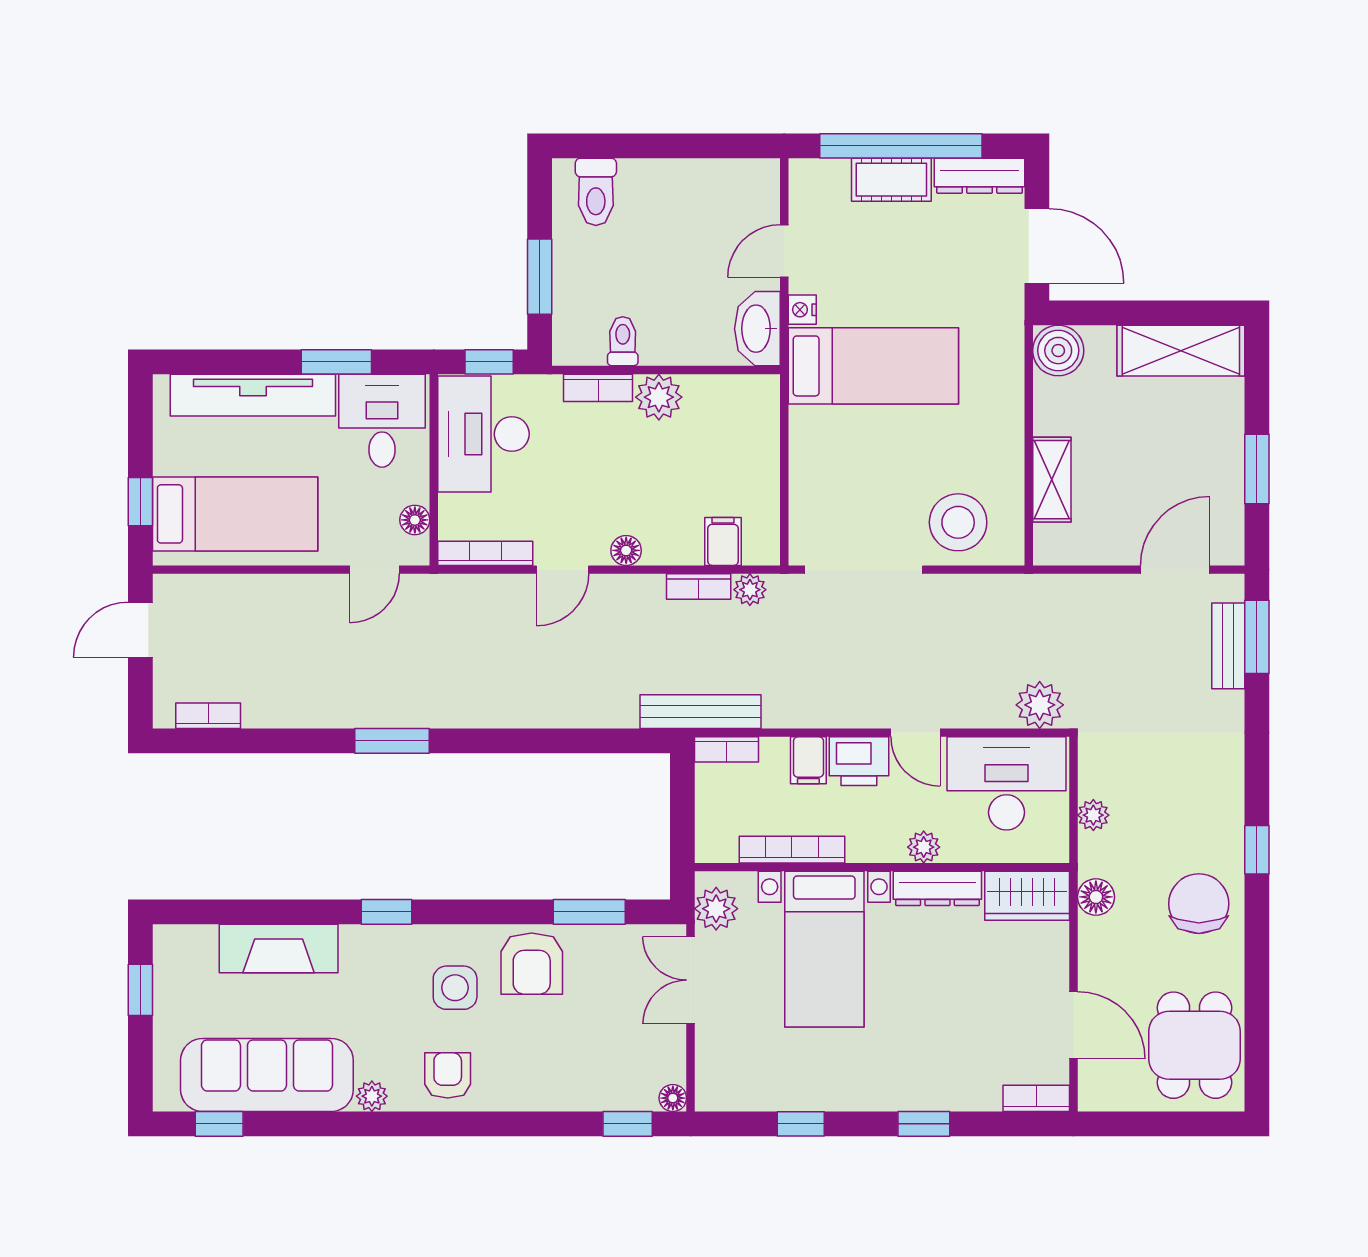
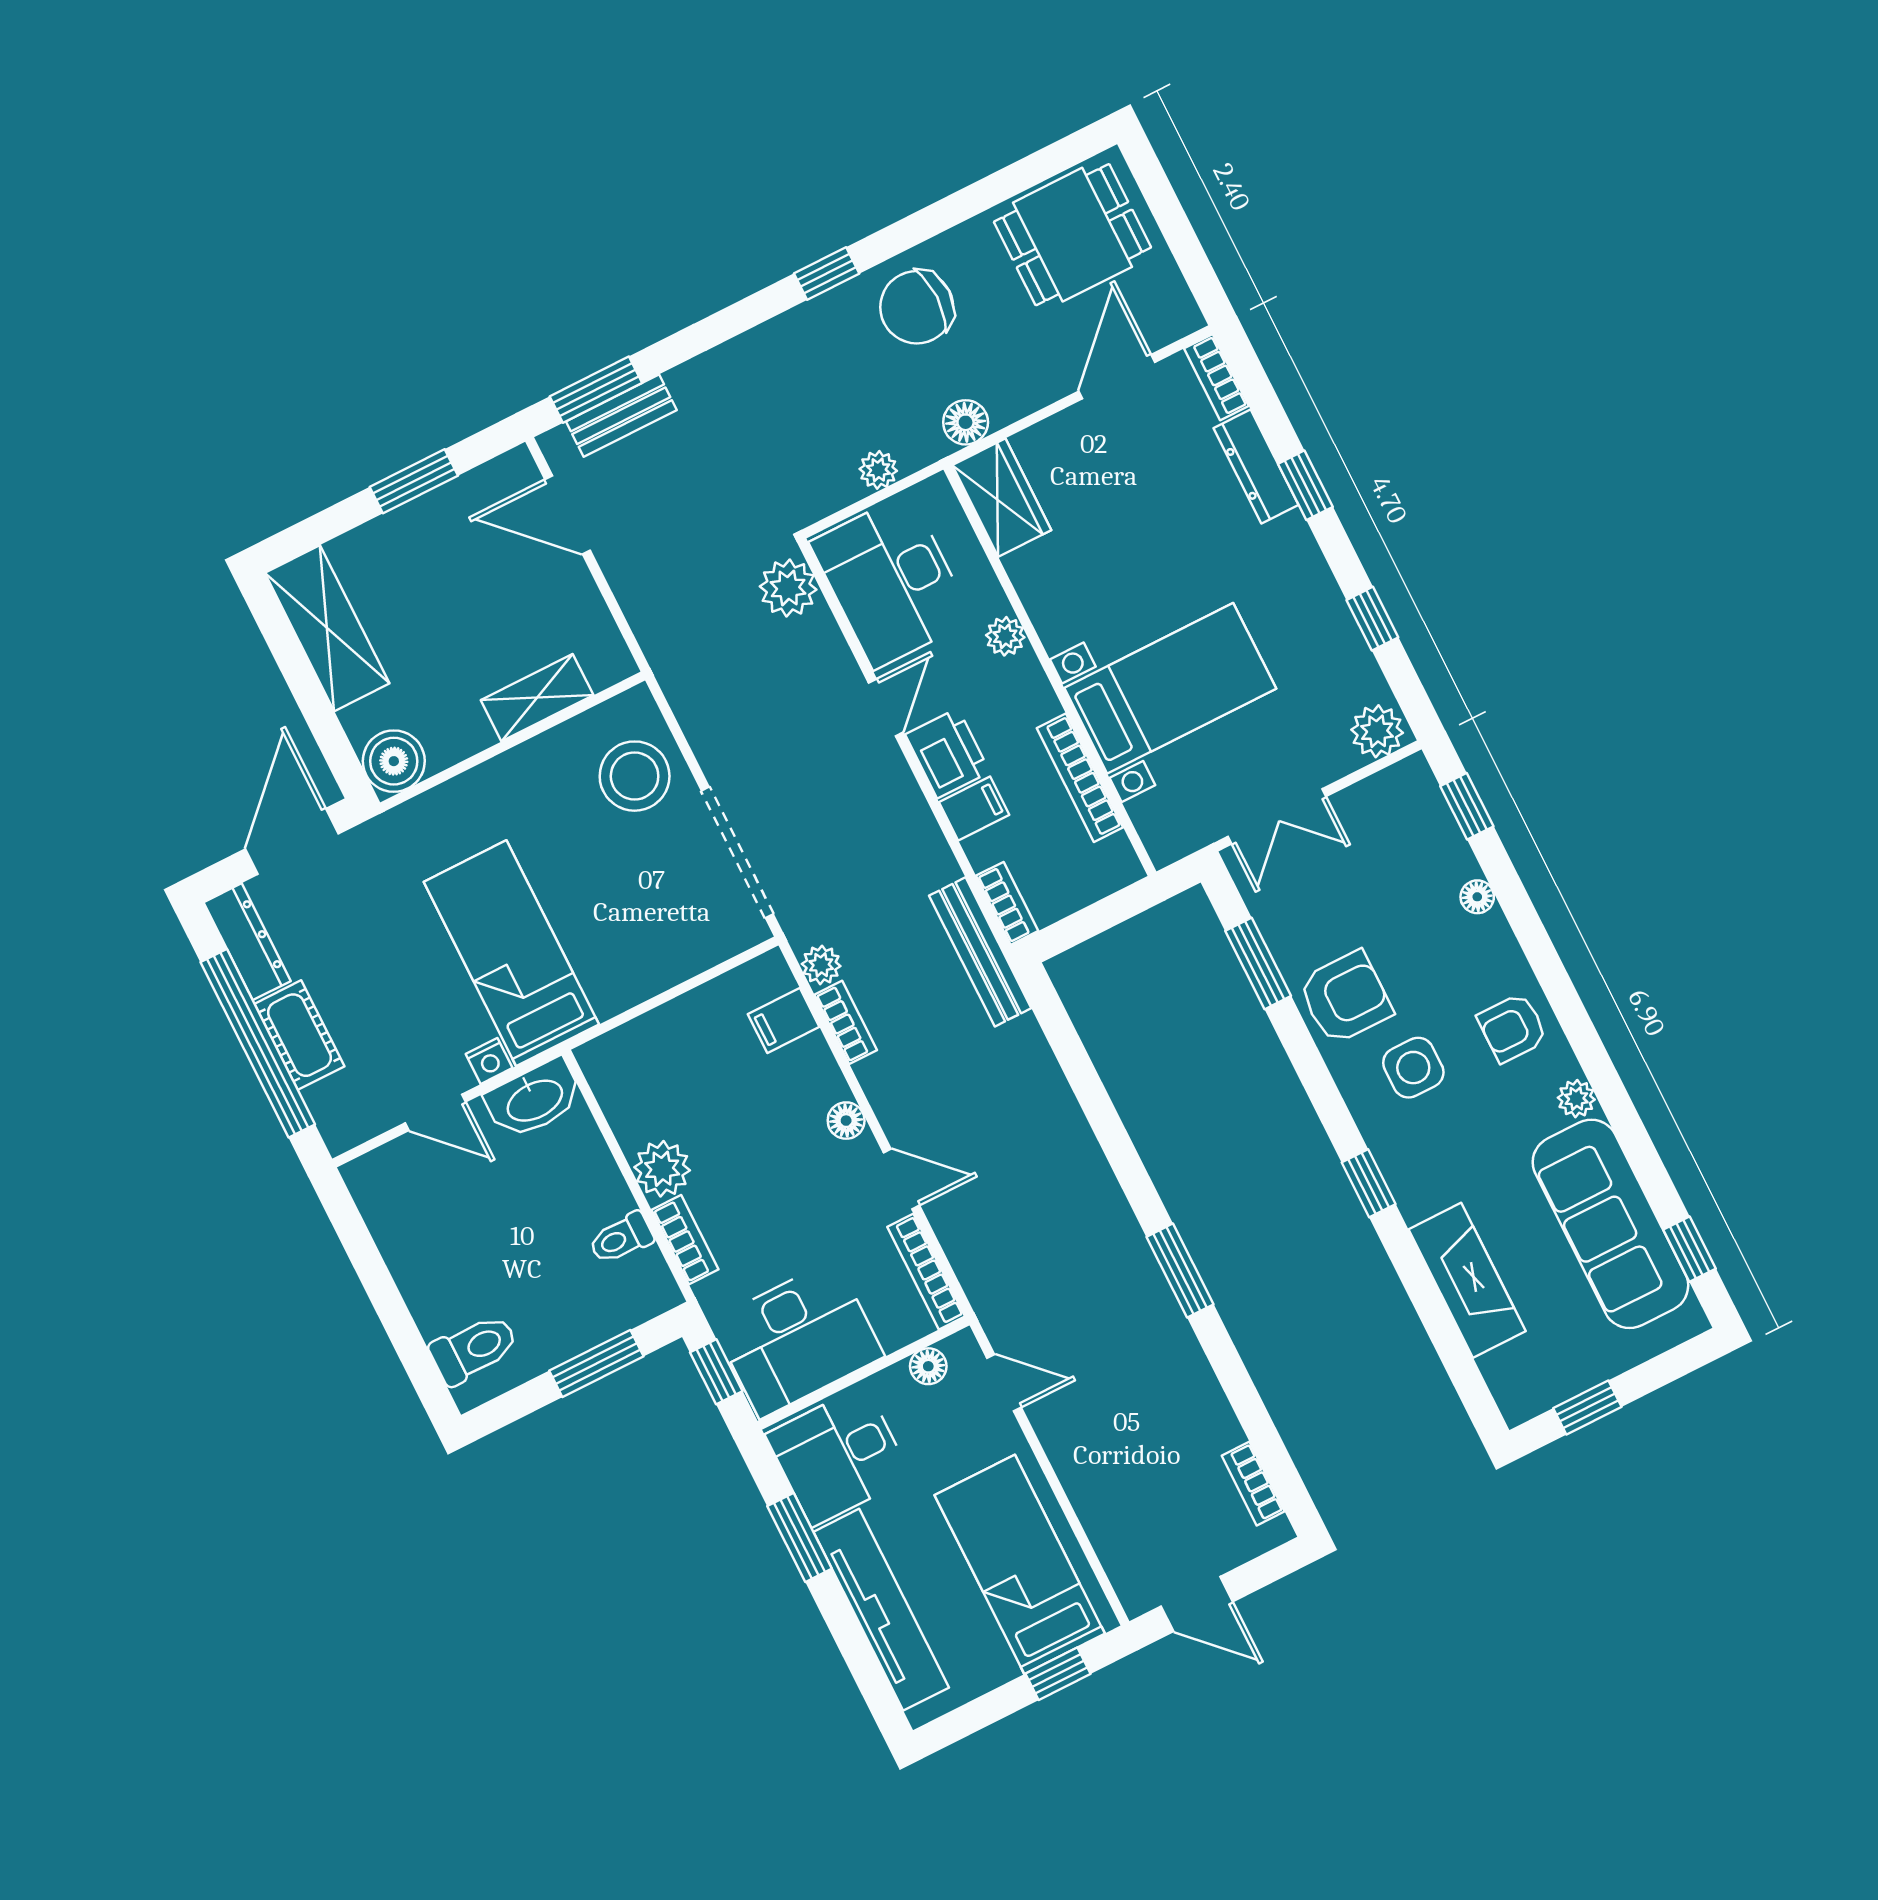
dresser: (937, 888) -> (1256, 467), moved, turned 180
plant: (716, 909) -> (1377, 731), moved
floor lamp: (673, 1098) -> (1477, 897), moved

